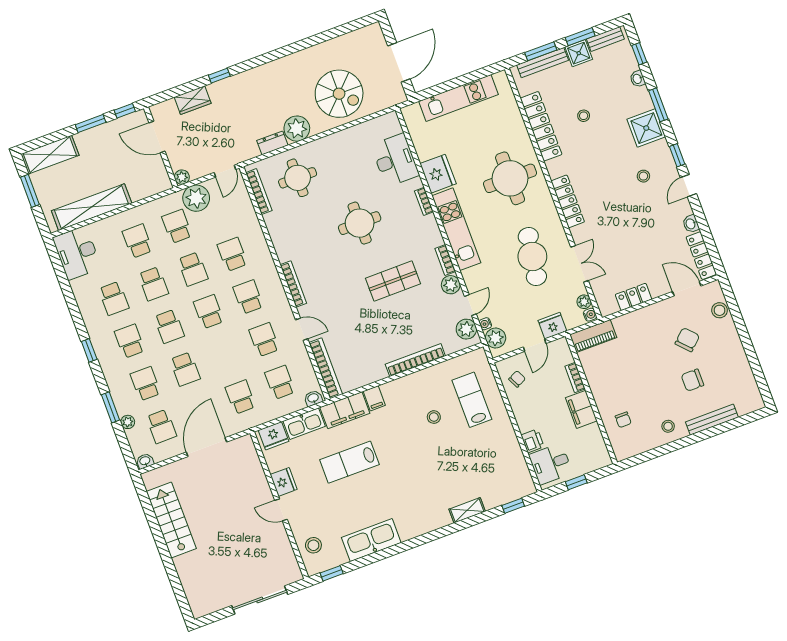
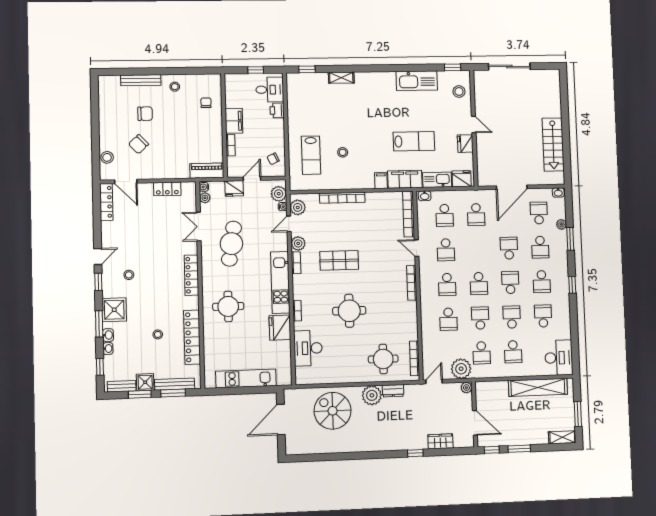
shelving: (50, 155) -> (562, 437), width x0.67, depth x0.75
round table: (510, 178) -> (228, 306), width x0.73, depth x0.73
washbasin: (691, 224) -> (108, 335), moved

